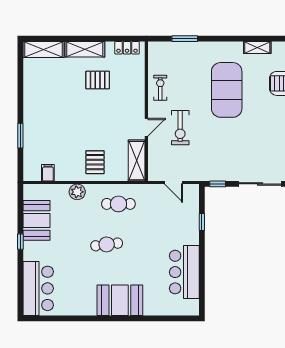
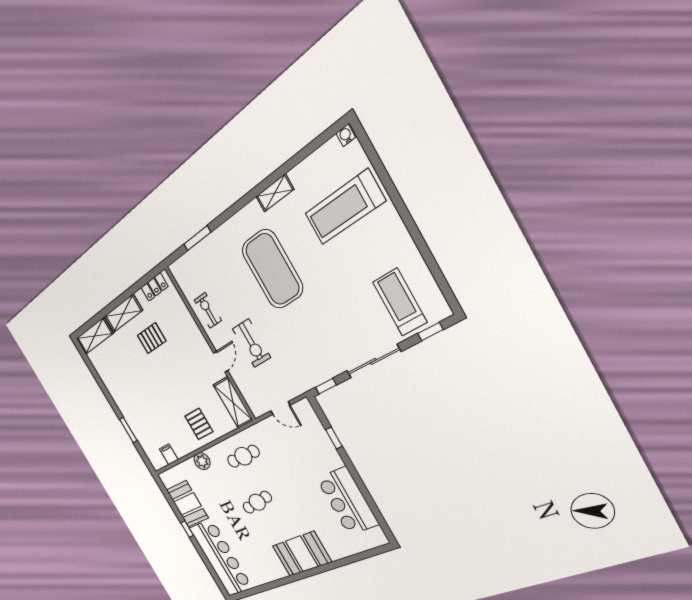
bar counter: (38, 288) -> (221, 558), width x1.36

